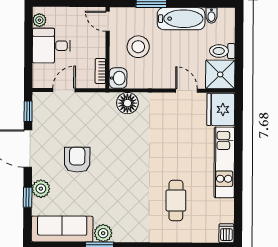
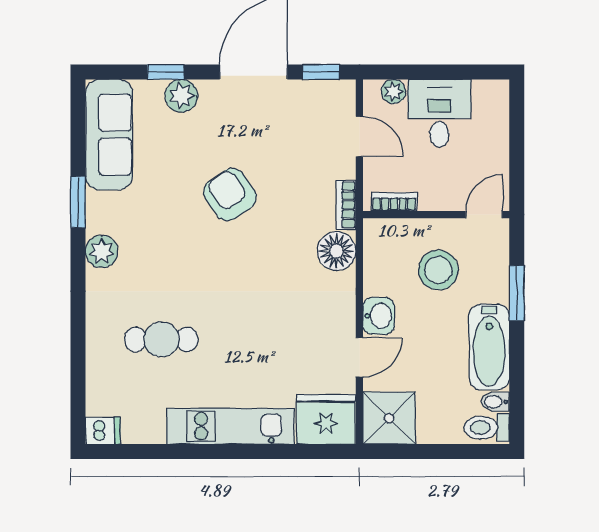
plant: (39, 20) -> (393, 91), moved
toilet: (222, 51) -> (487, 428), moved, turned -90
washbasin: (118, 78) -> (379, 316), moved, turned -90
bookcase: (102, 98) -> (346, 205), added
armchair: (77, 160) -> (230, 195), moved, turned -125
plant: (103, 233) -> (102, 251), moved

